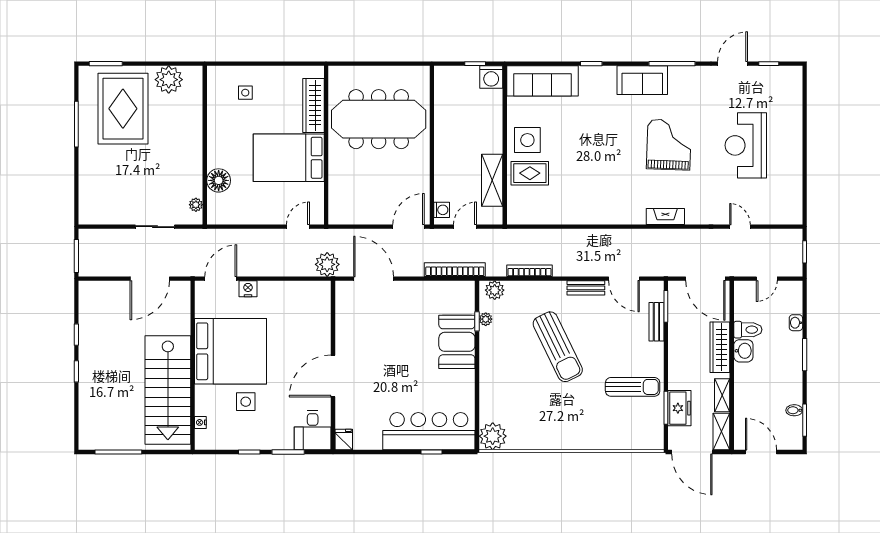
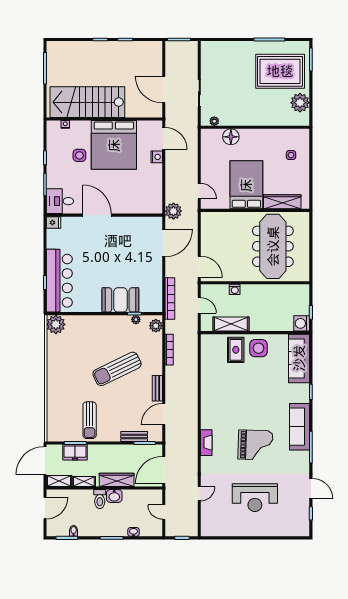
sofa: (642, 80) -> (299, 427), width x1.36
reception desk: (746, 145) -> (255, 498), turned 180
washing machine: (442, 210) -> (235, 289), moved
toilet: (748, 330) -> (100, 499), moved

